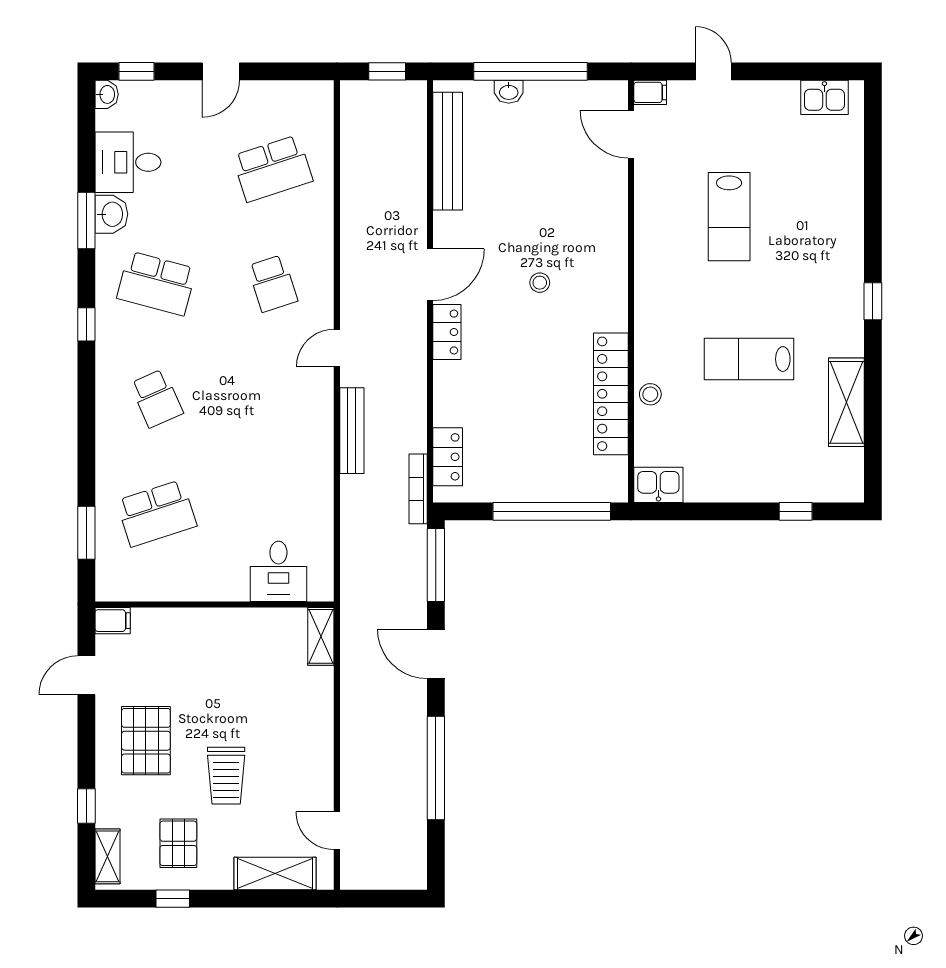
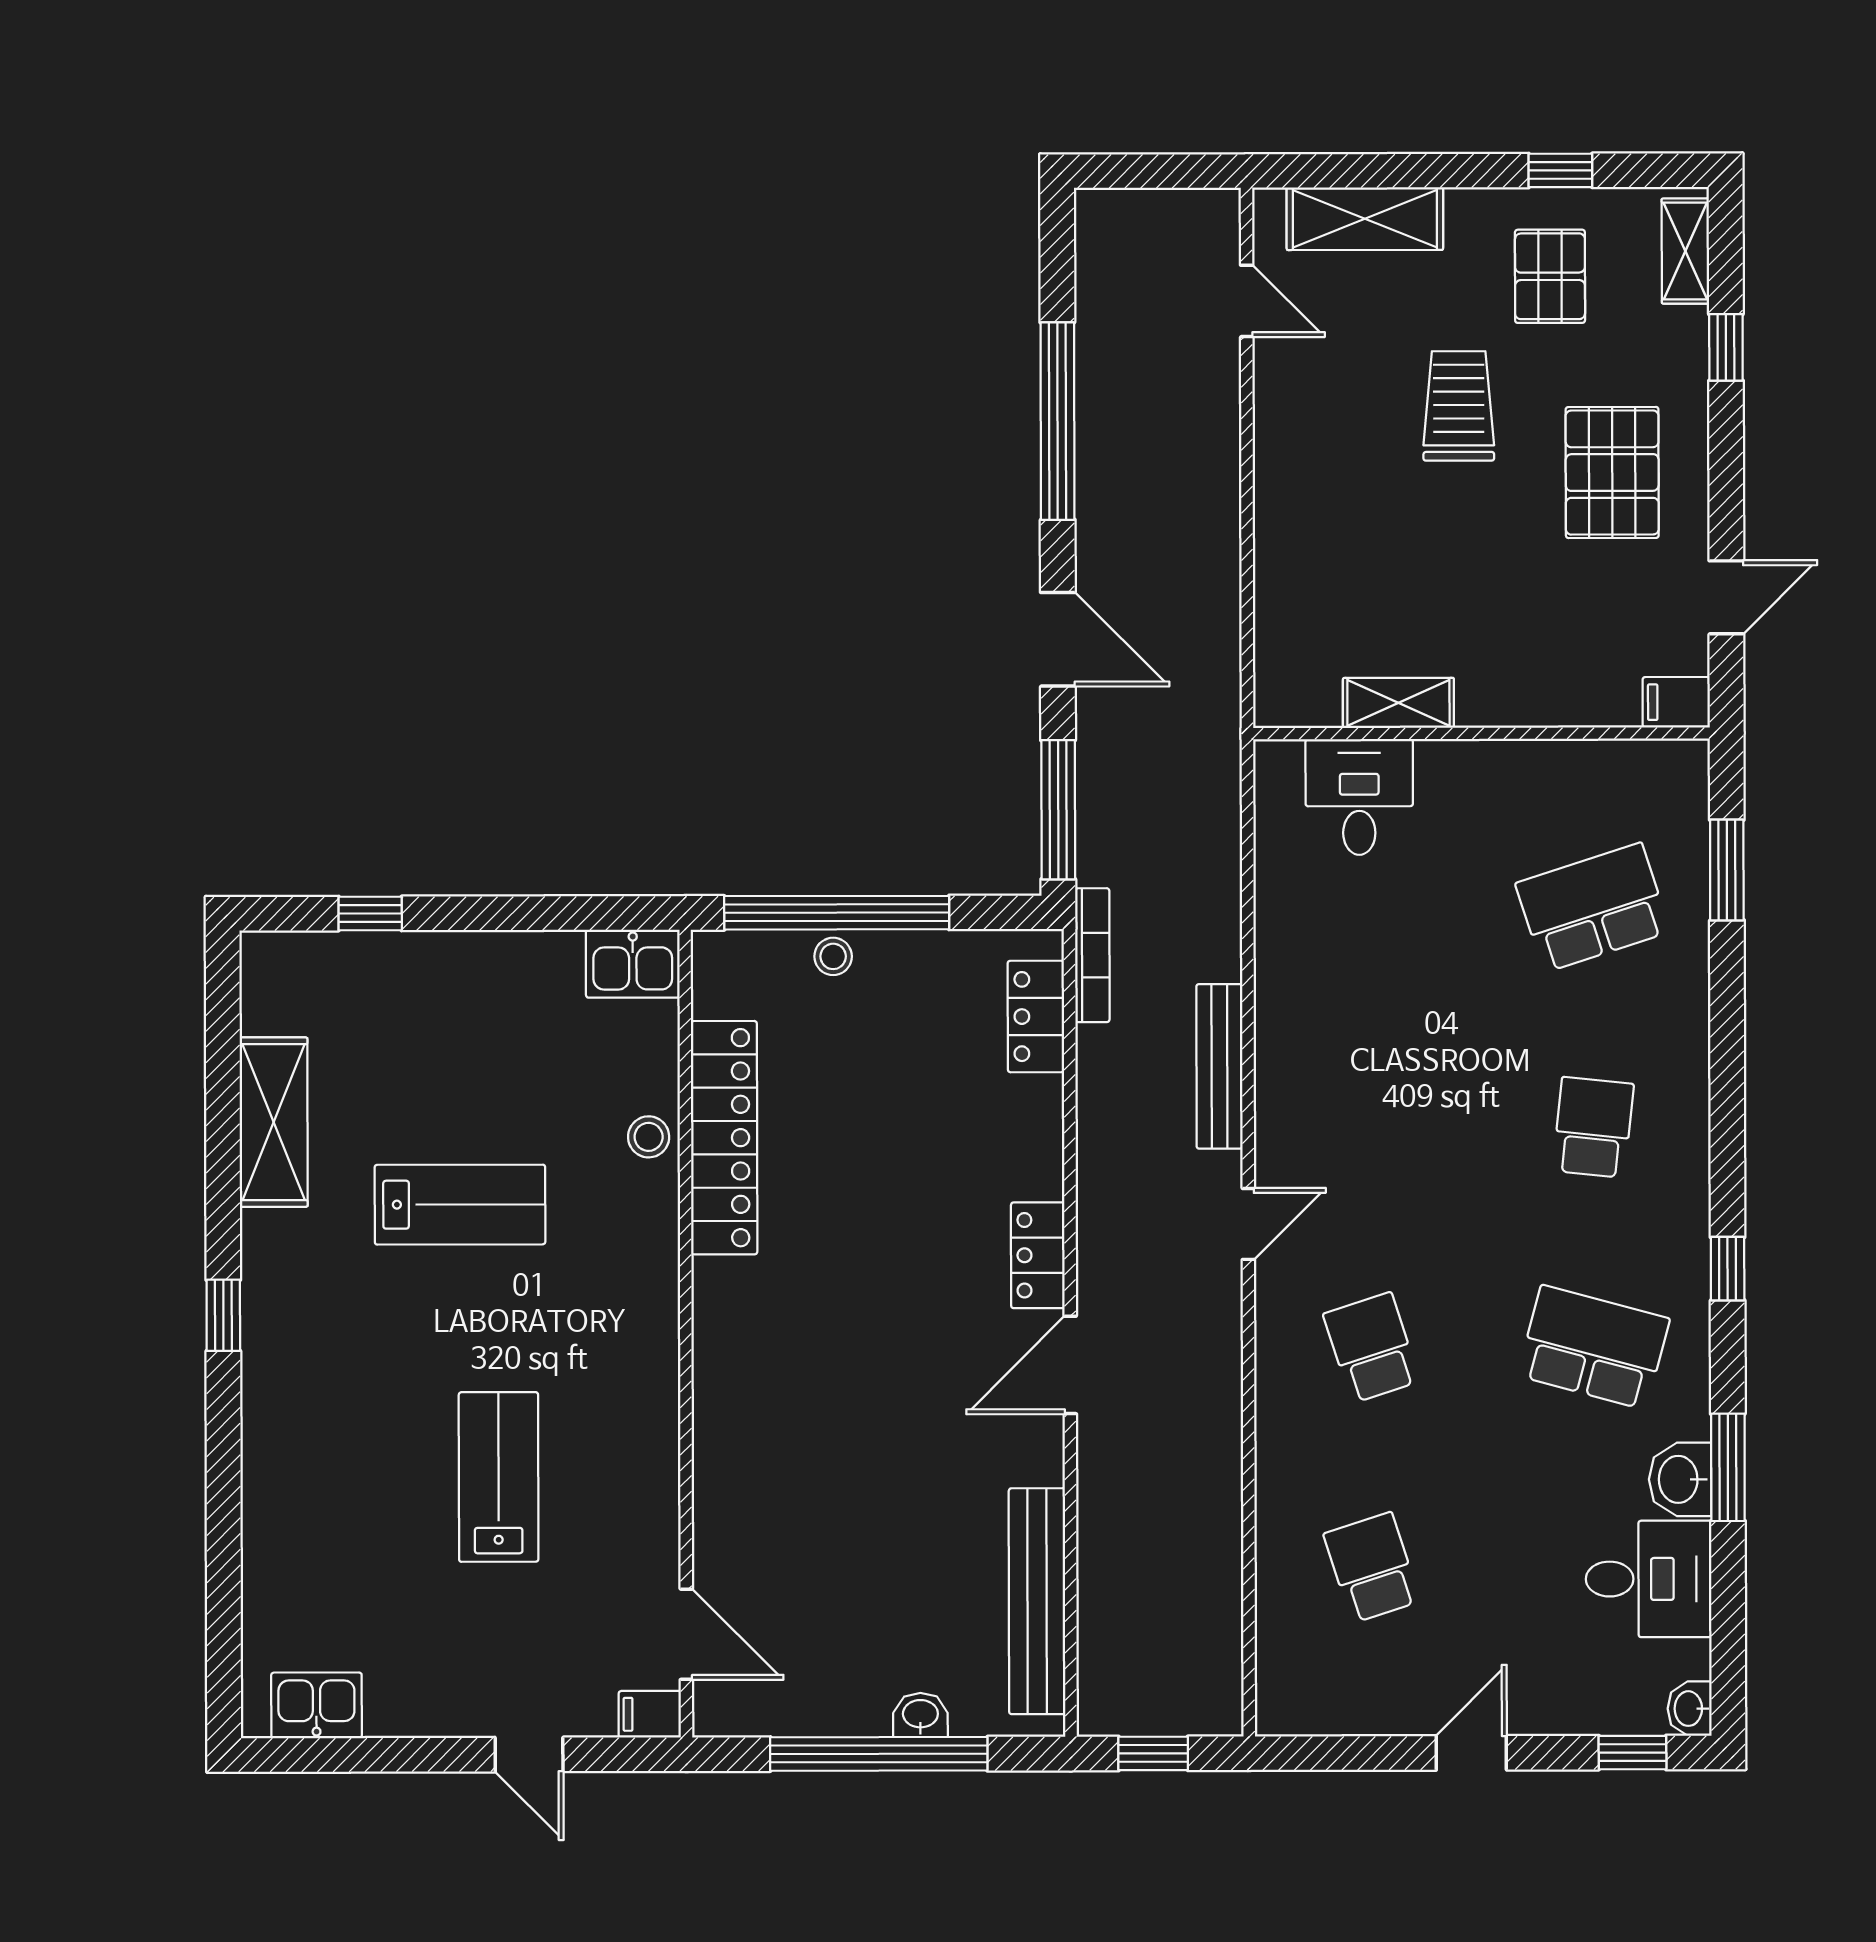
school desk: (273, 168) -> (1372, 1568), width x0.54
stool: (540, 283) -> (833, 956), moved
school desk: (156, 398) -> (1593, 1127), turned 30
shelving: (321, 636) -> (1398, 703), moved, turned 90

